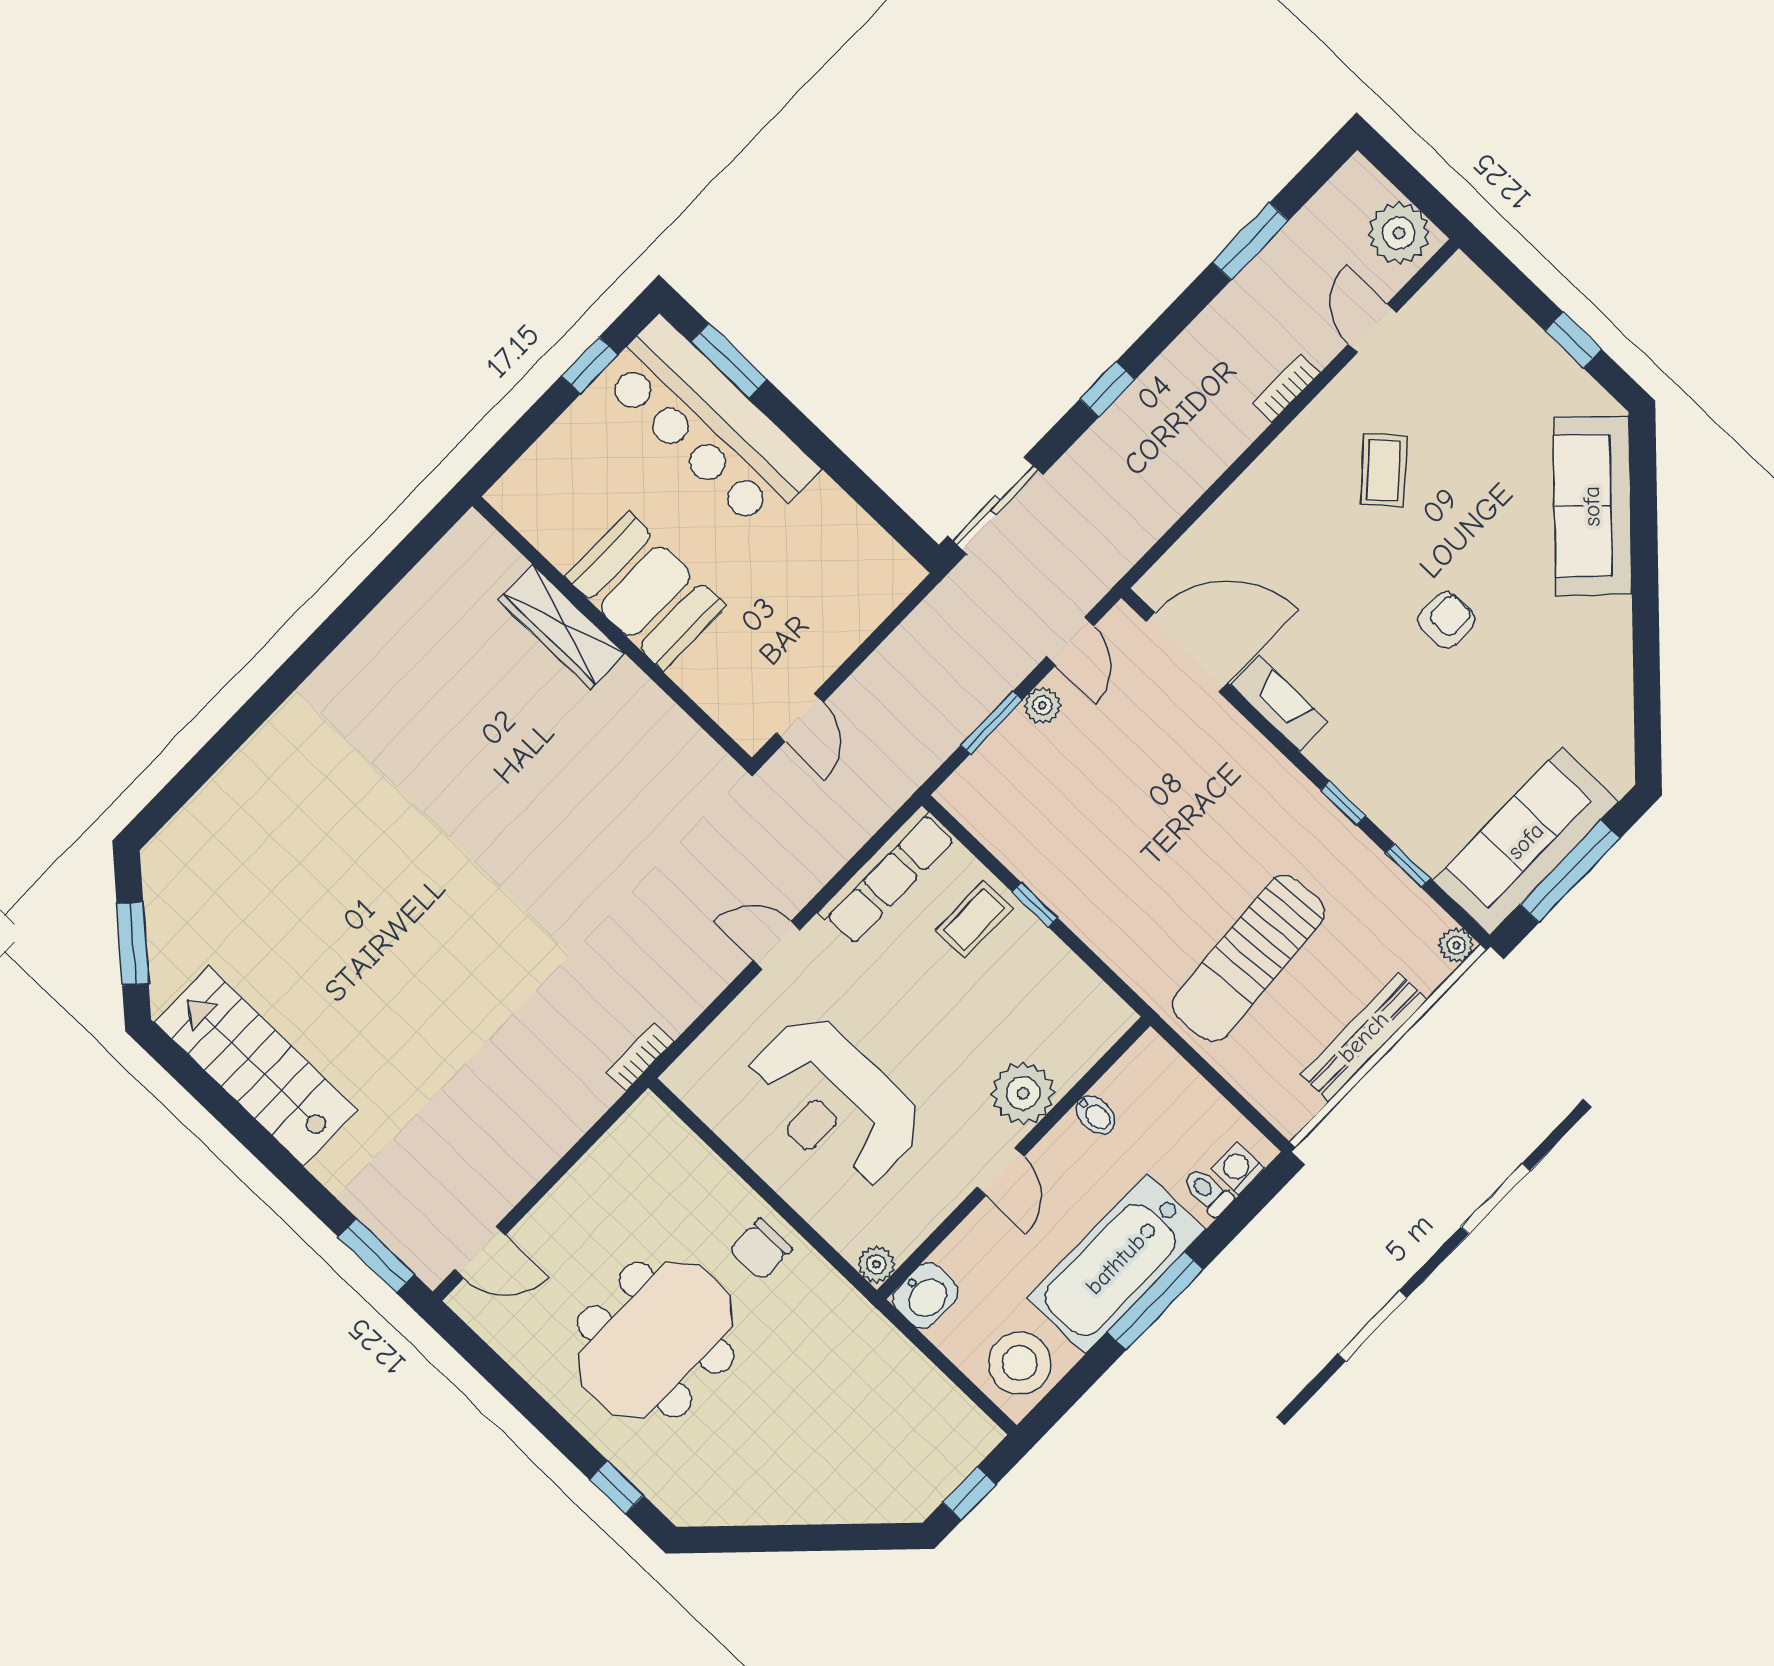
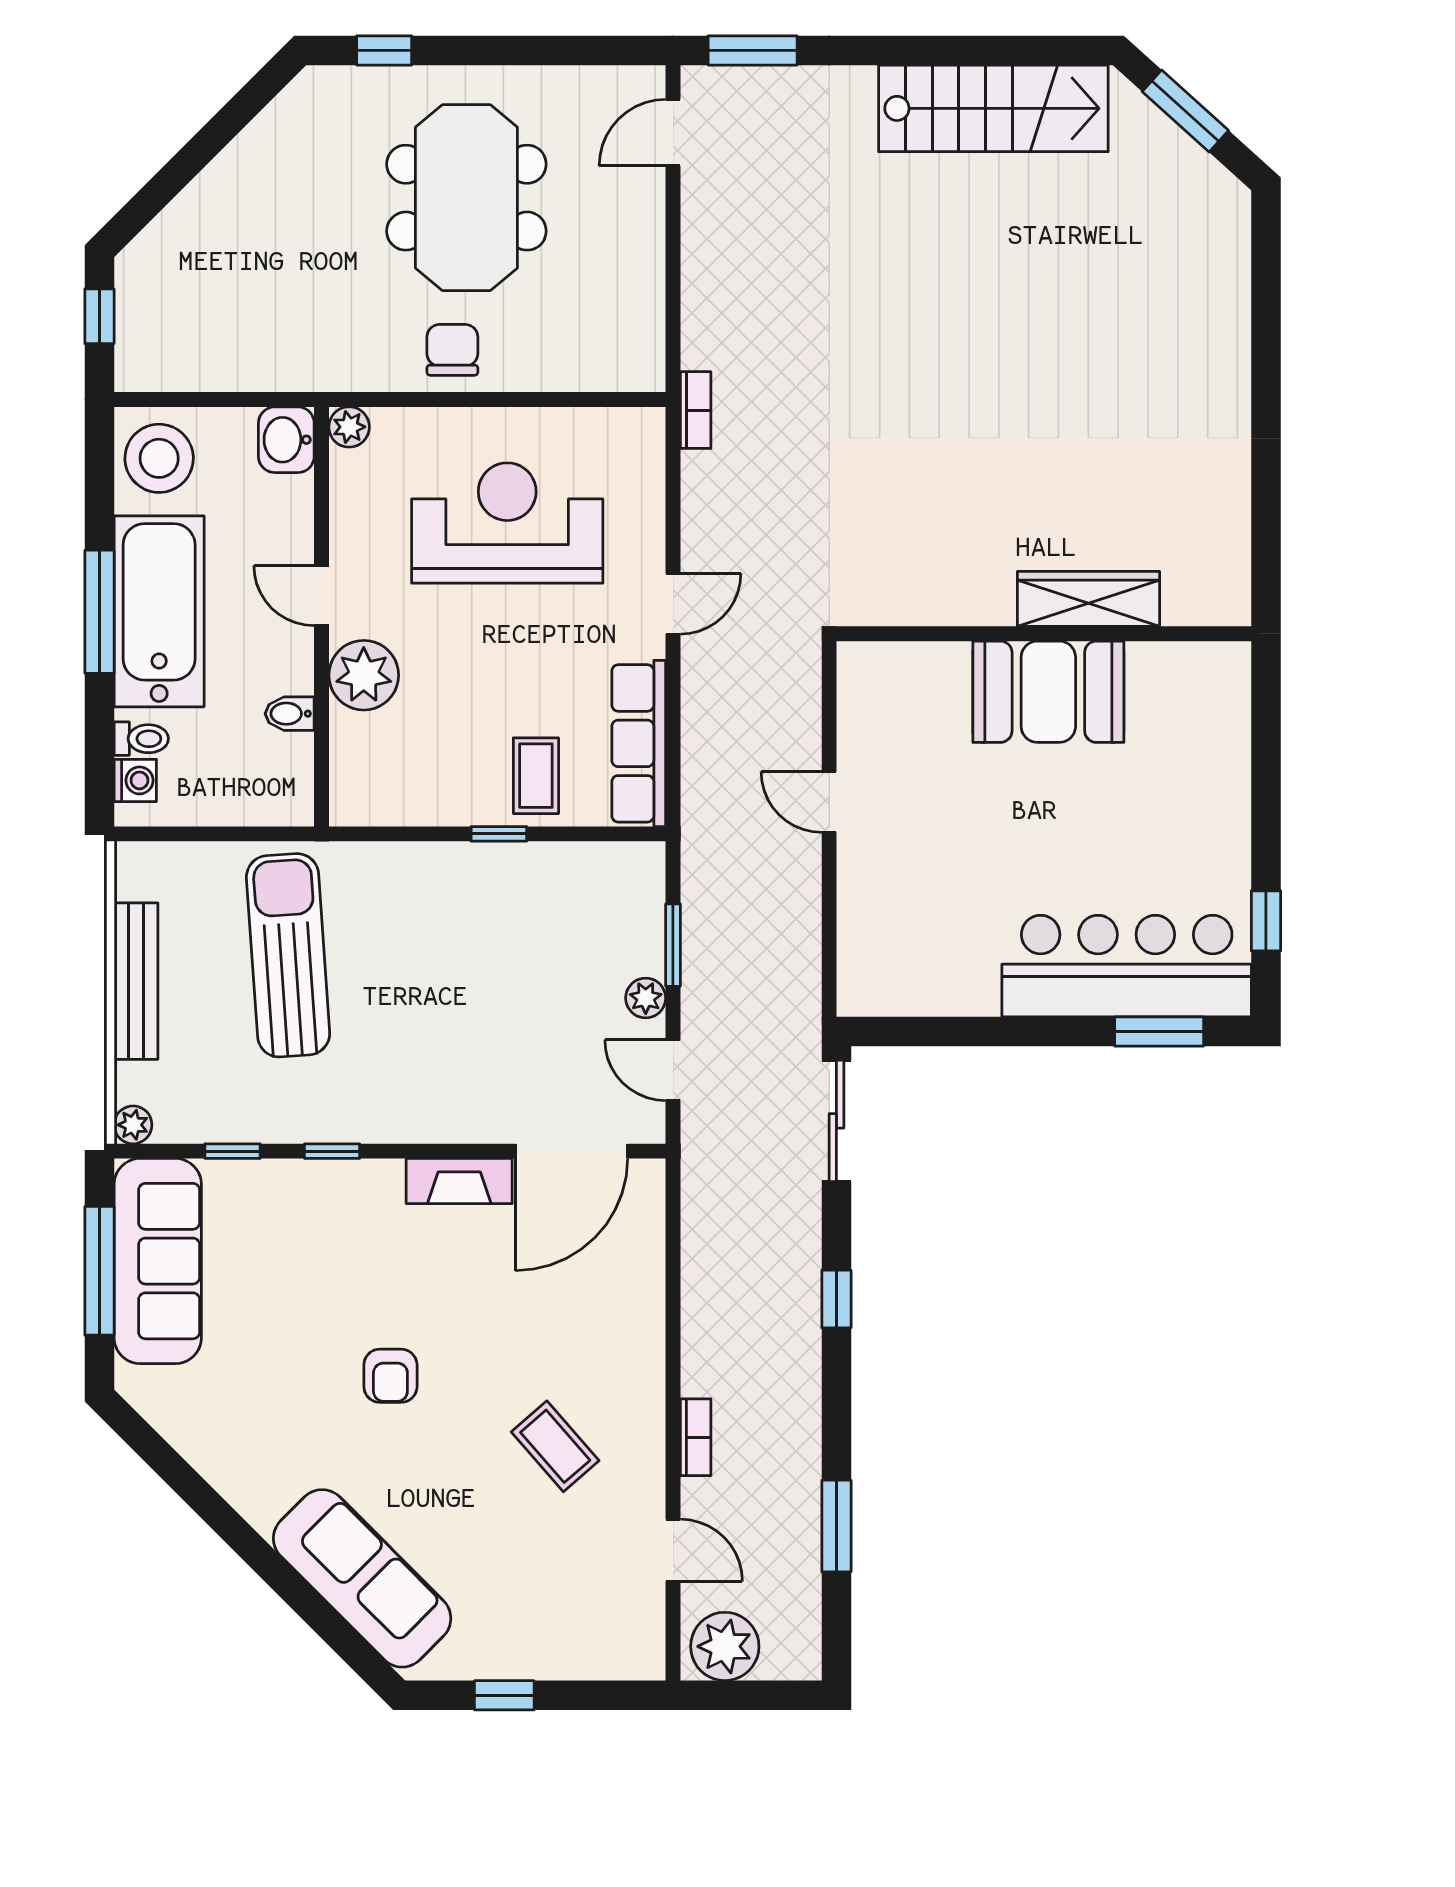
booth: (646, 591) -> (1048, 692), moved
wardrobe: (561, 626) -> (1088, 599), moved
wall: (612, 632) -> (1044, 634), moved

